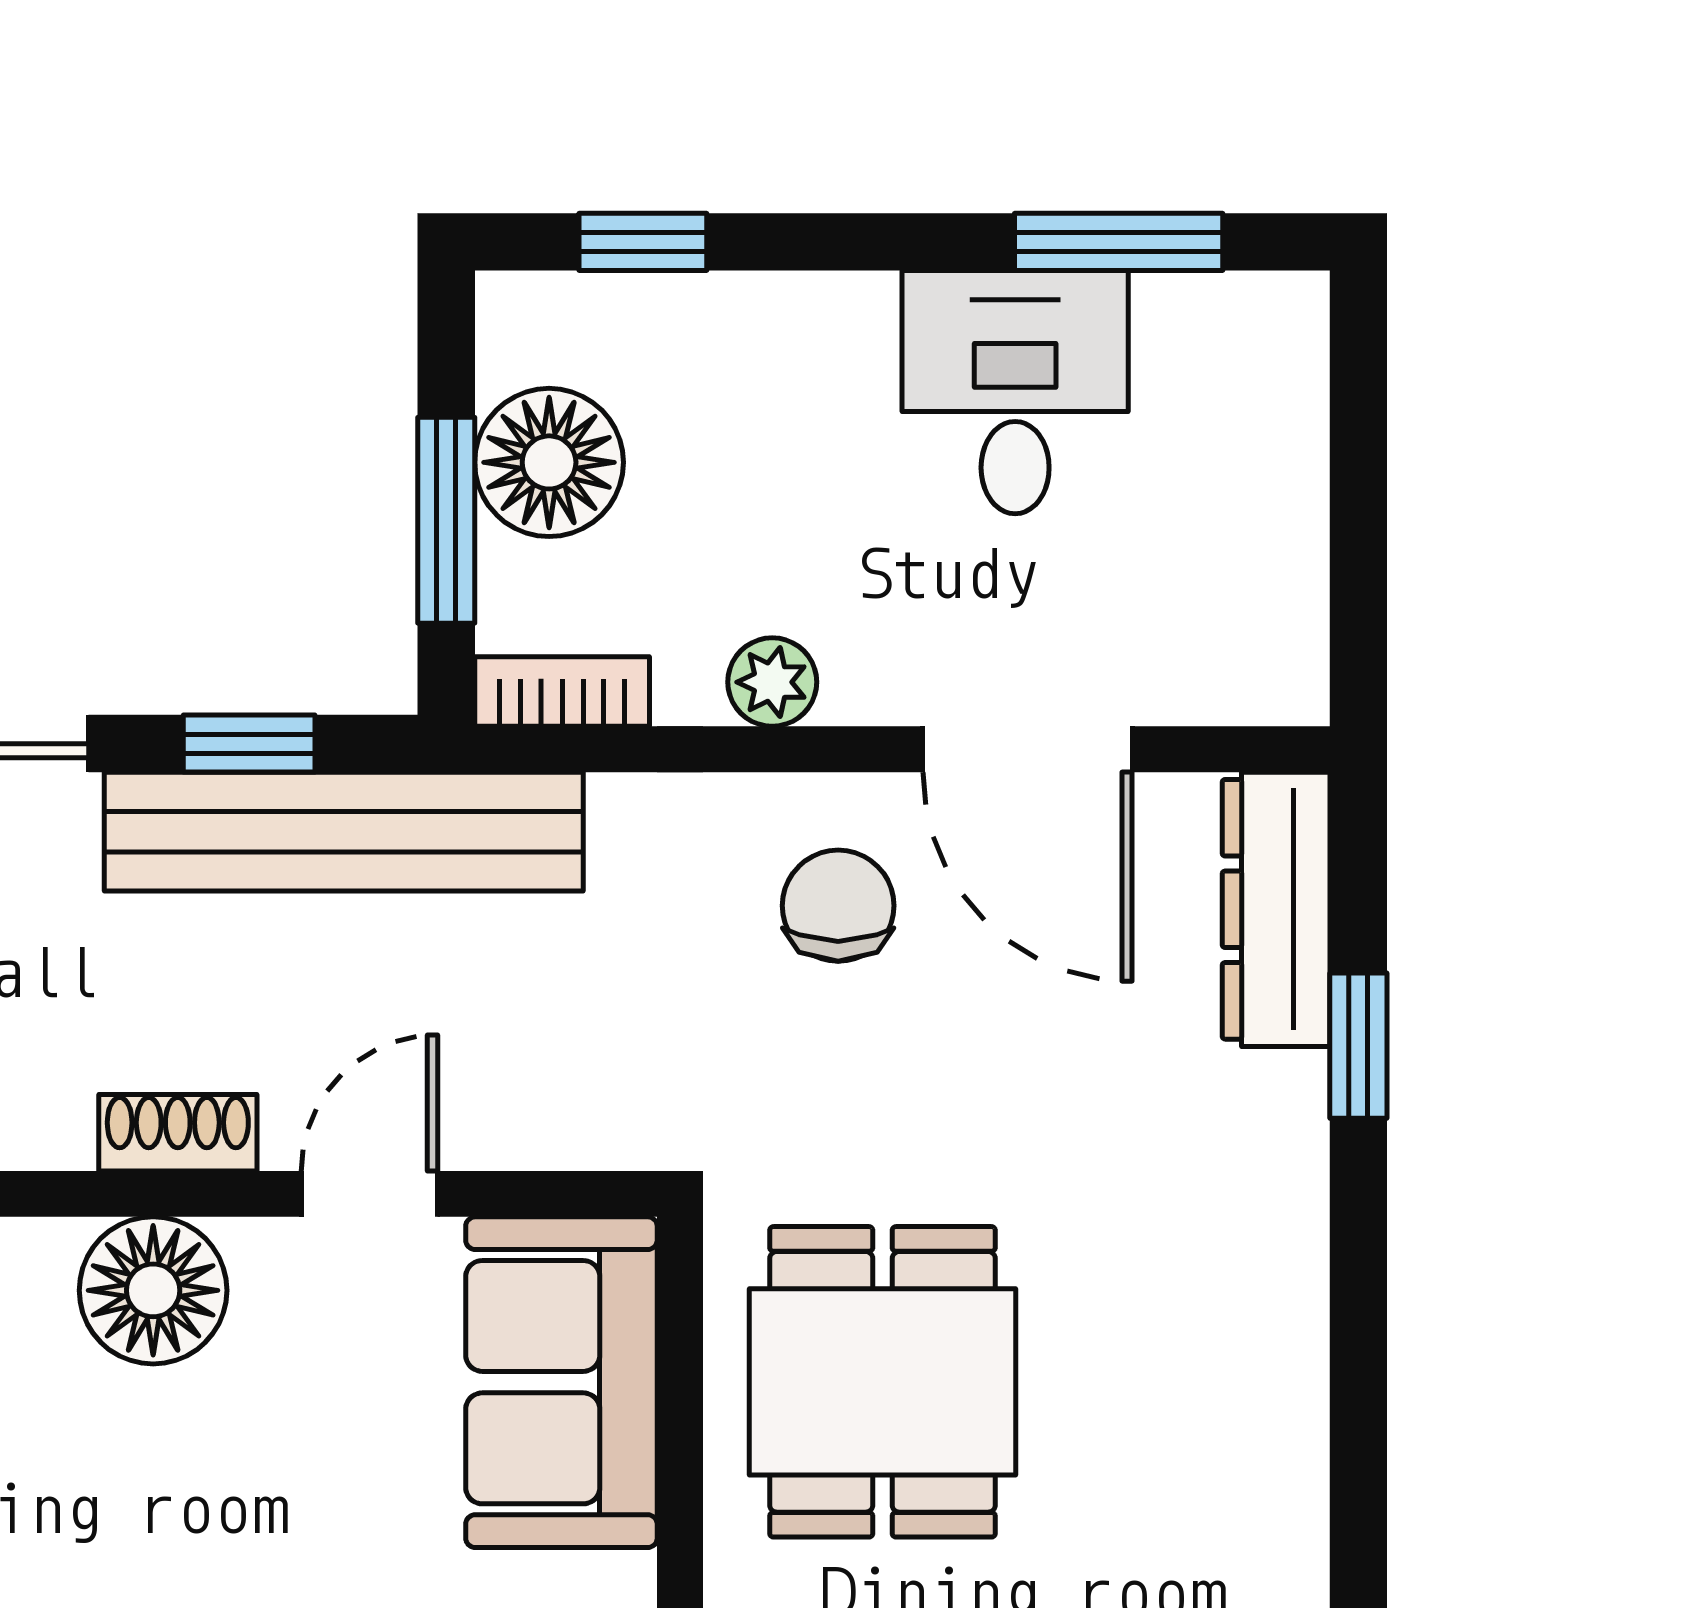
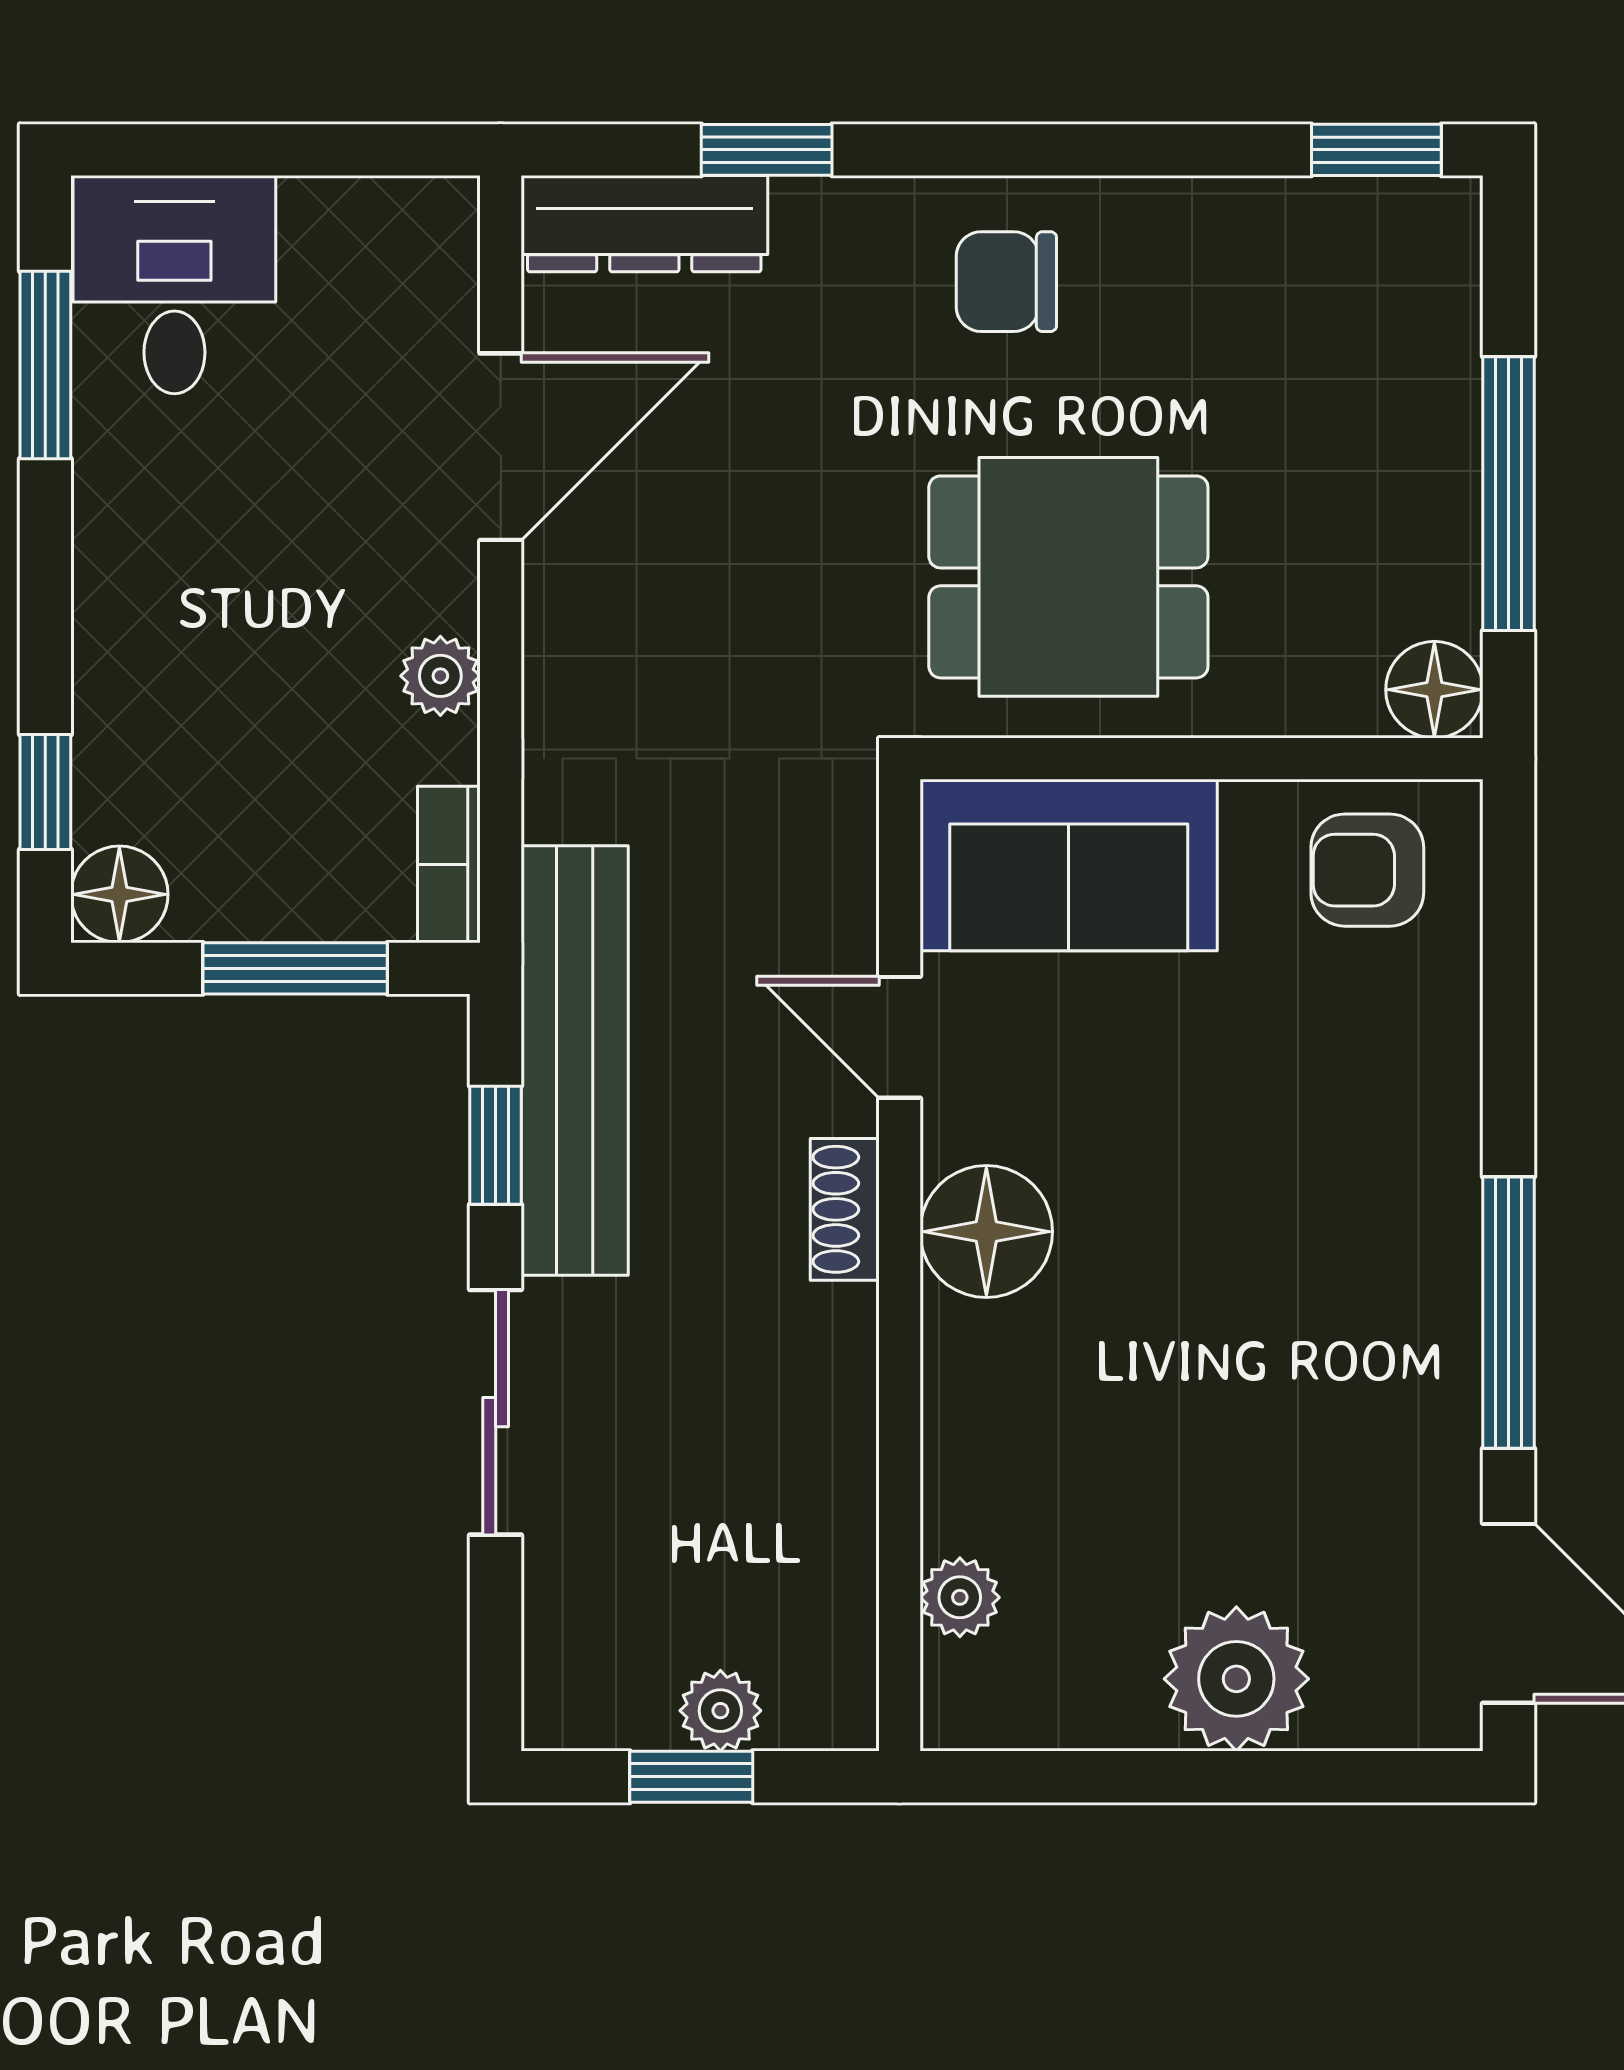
desk: (1015, 392) -> (174, 285), moved, turned 90
floor lamp: (549, 462) -> (119, 894), moved, width x0.73, depth x0.73
chair: (838, 906) -> (1006, 282), moved

